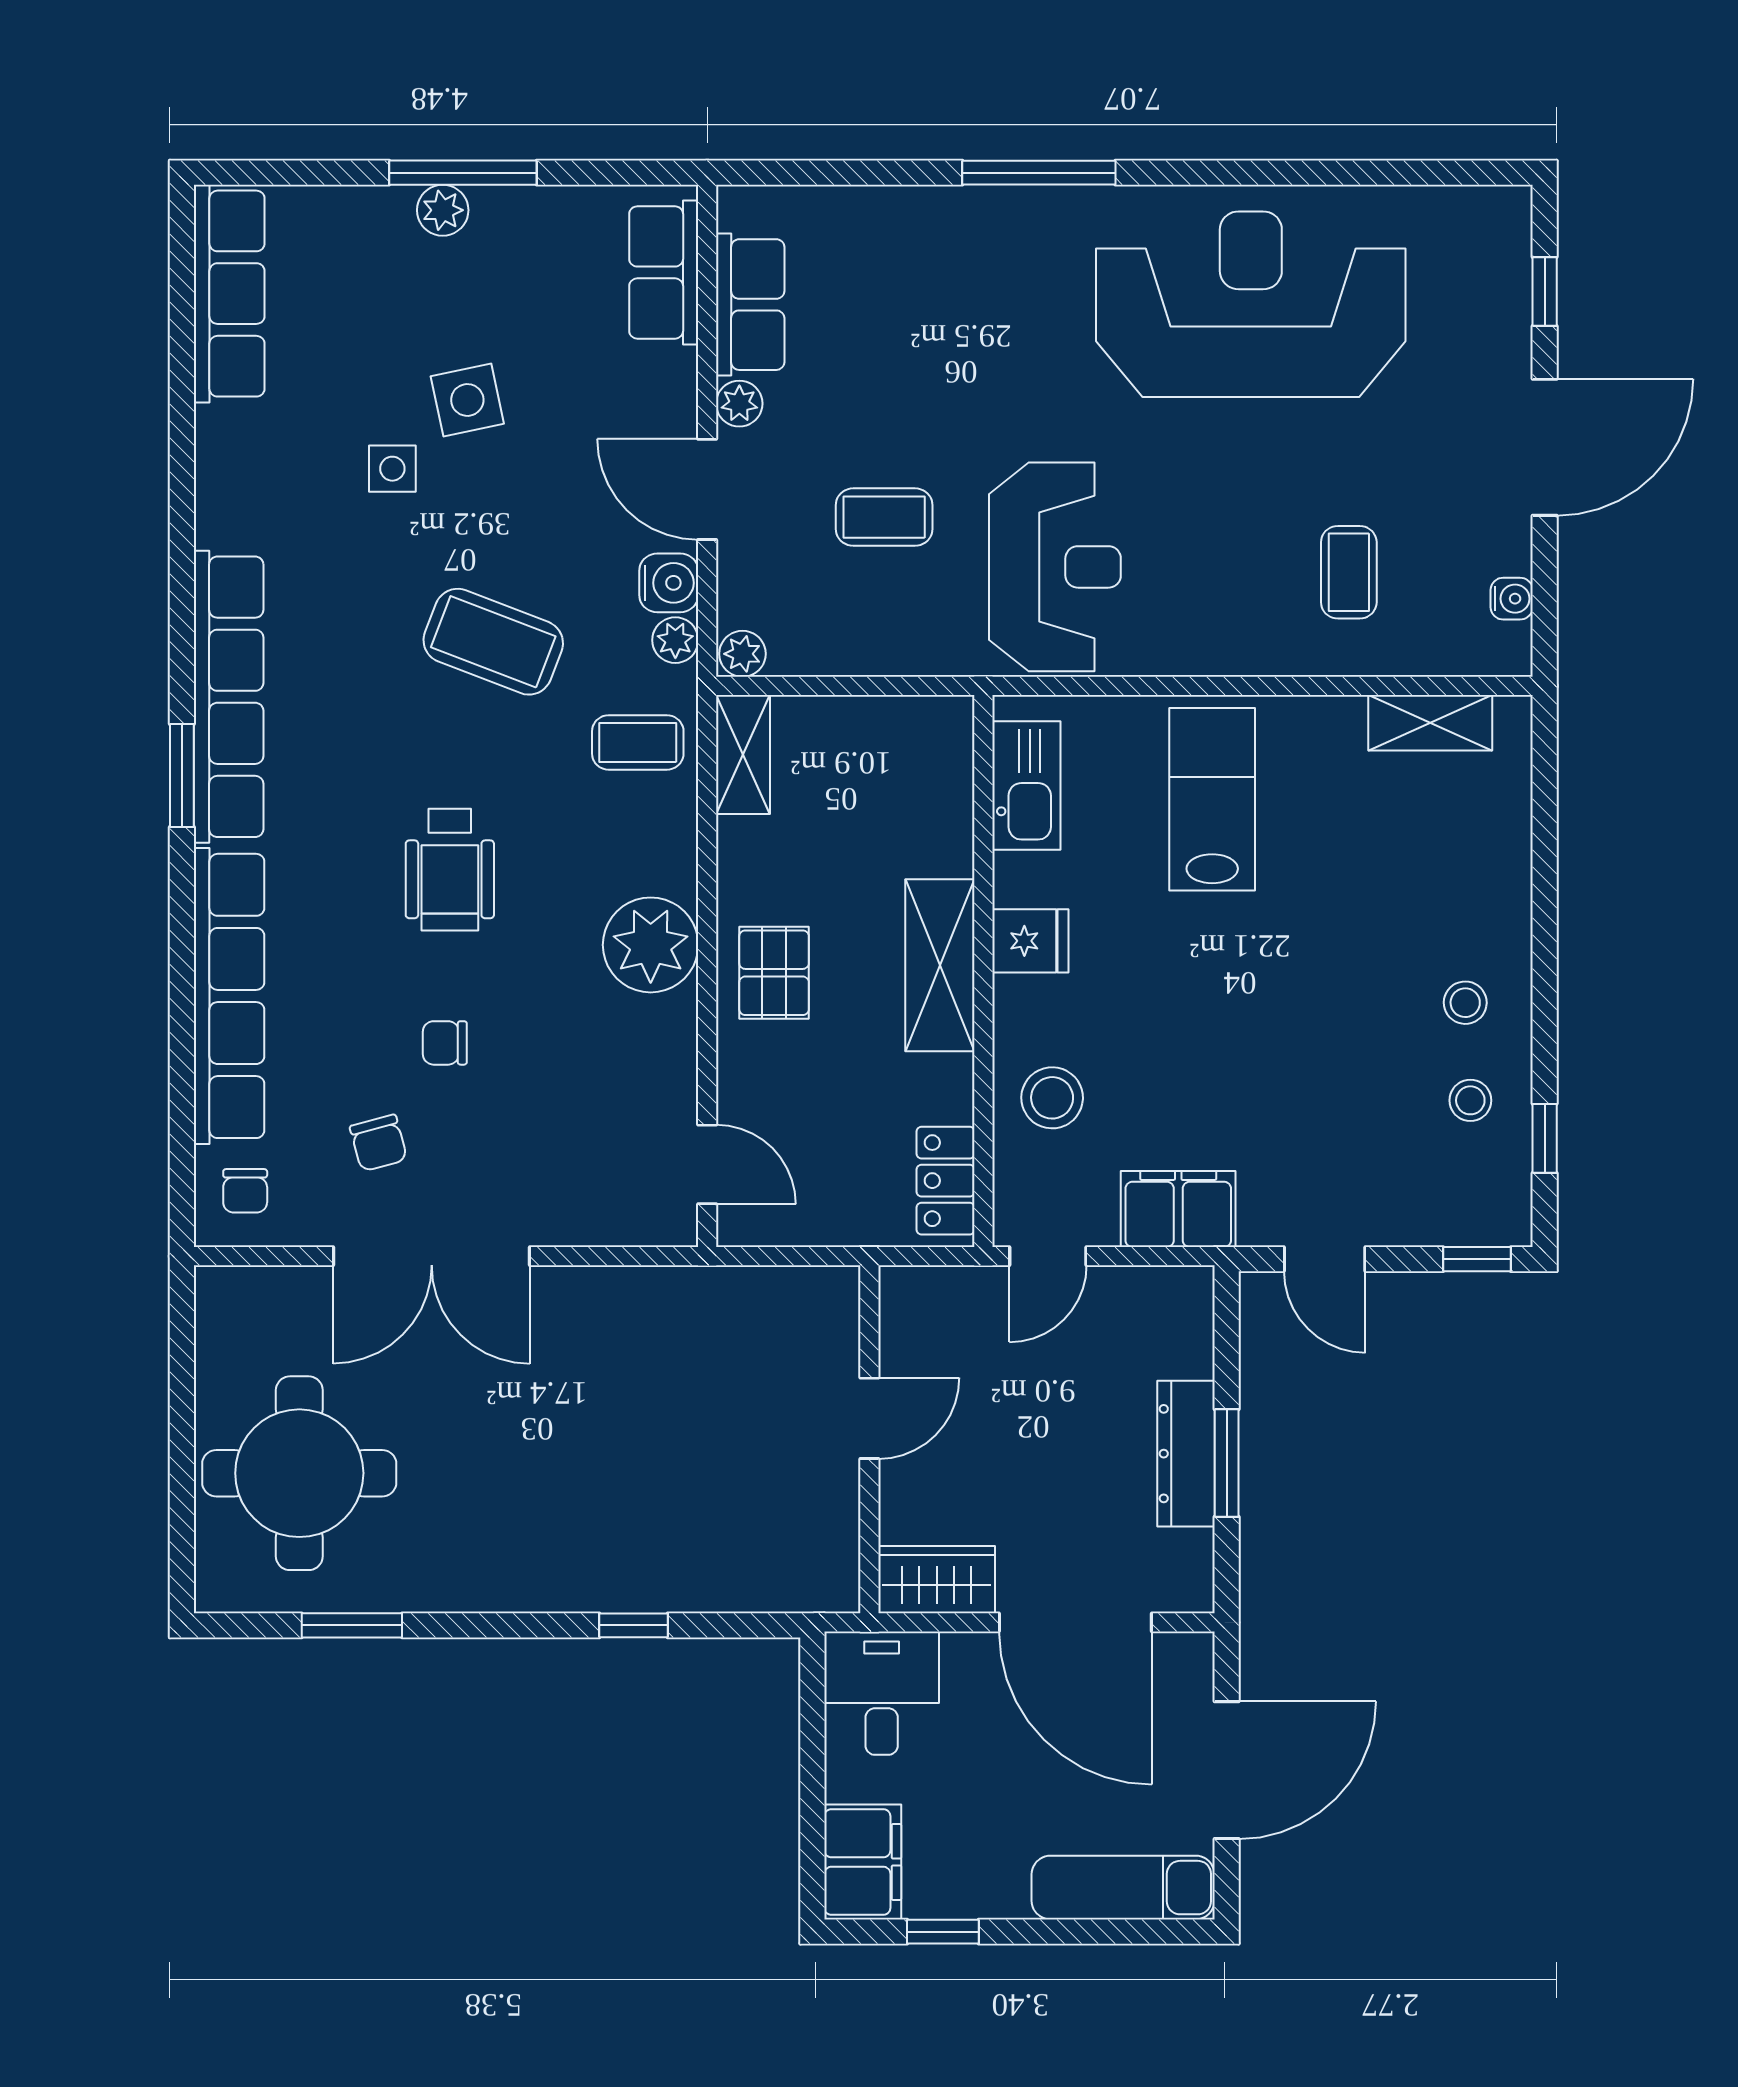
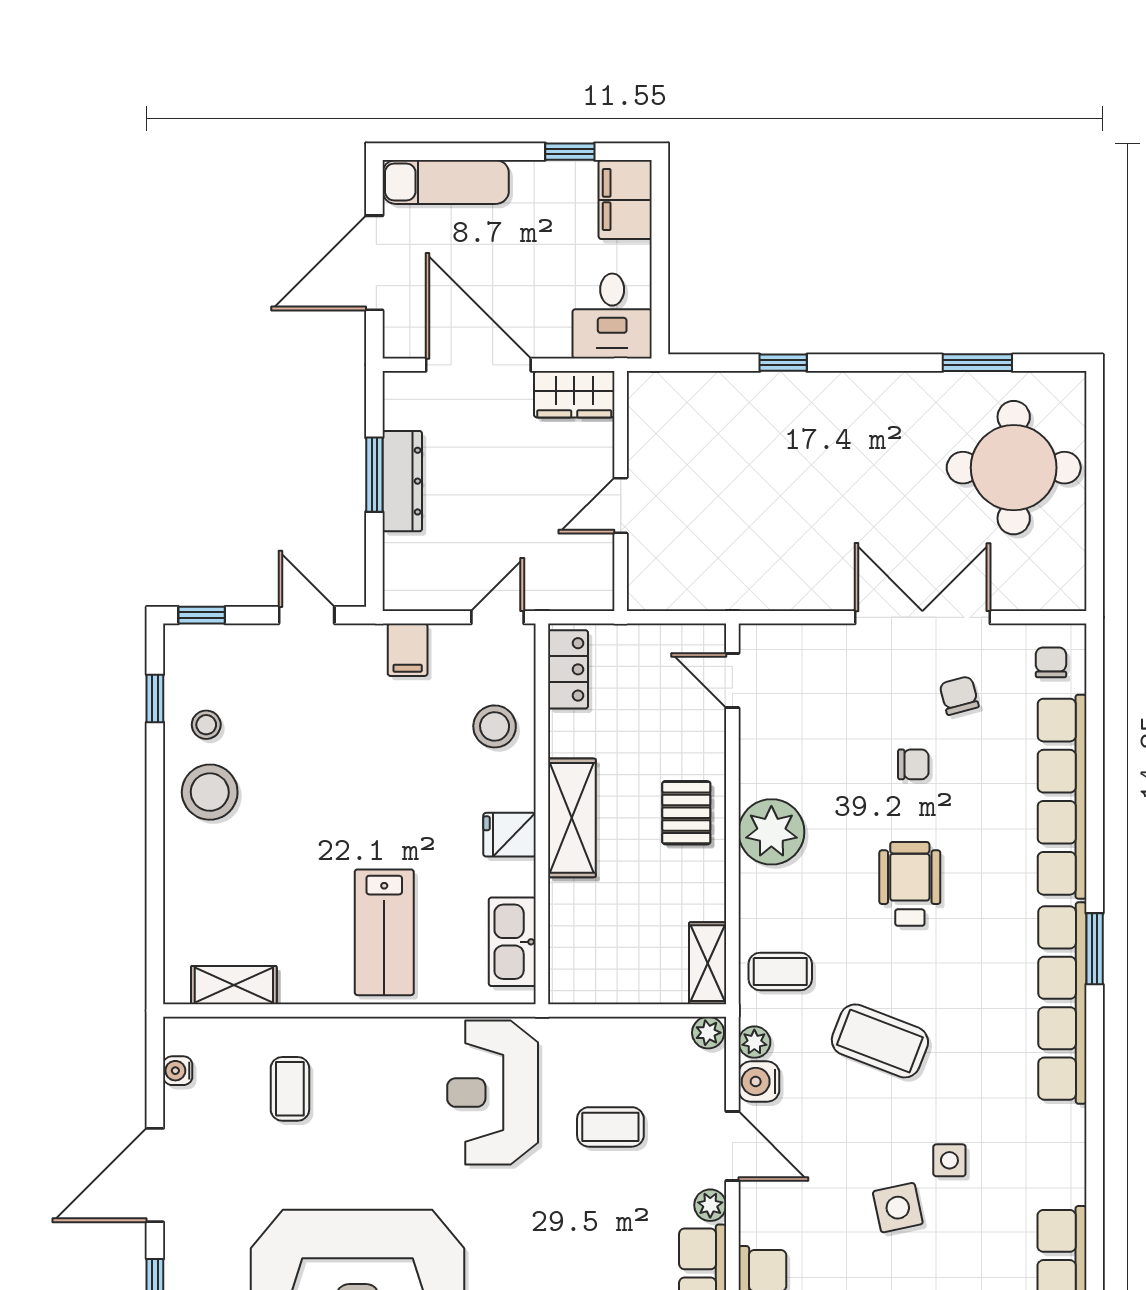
stool: (1465, 1003) -> (210, 792), width x1.89, depth x1.89
filing cabinet: (1178, 1209) -> (408, 650), width x0.50

